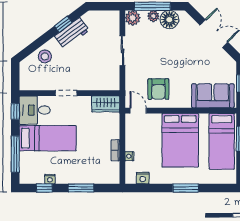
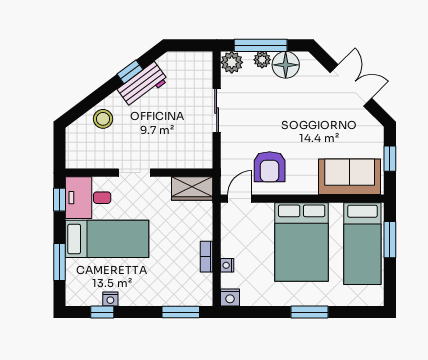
door: (138, 111) -> (240, 199), hinge flipped
window: (15, 154) -> (59, 262), width x0.69
nightstand: (143, 178) -> (230, 297), moved
window: (81, 188) -> (181, 312), moved

